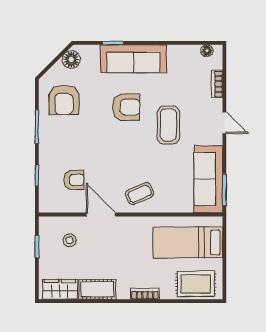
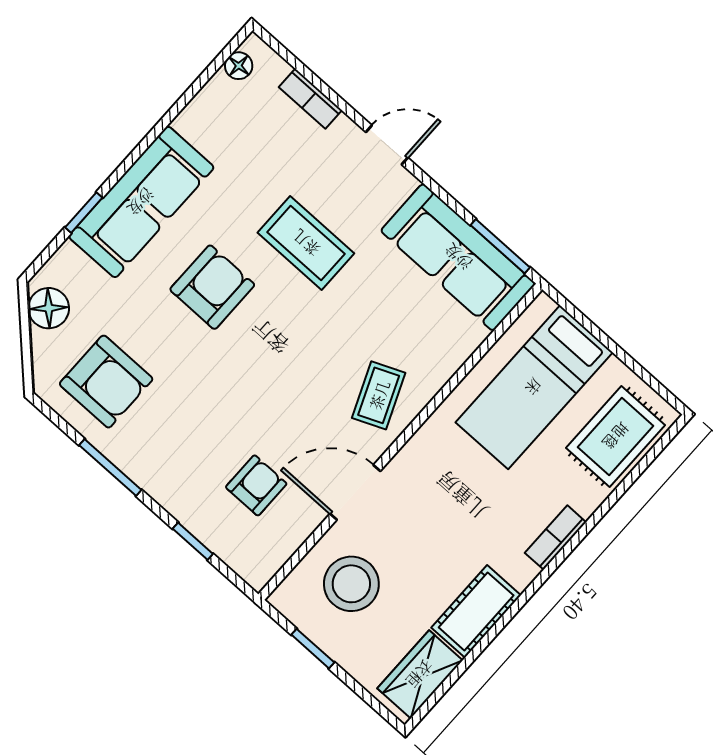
stool: (70, 240) -> (351, 584), width x1.89, depth x1.89

